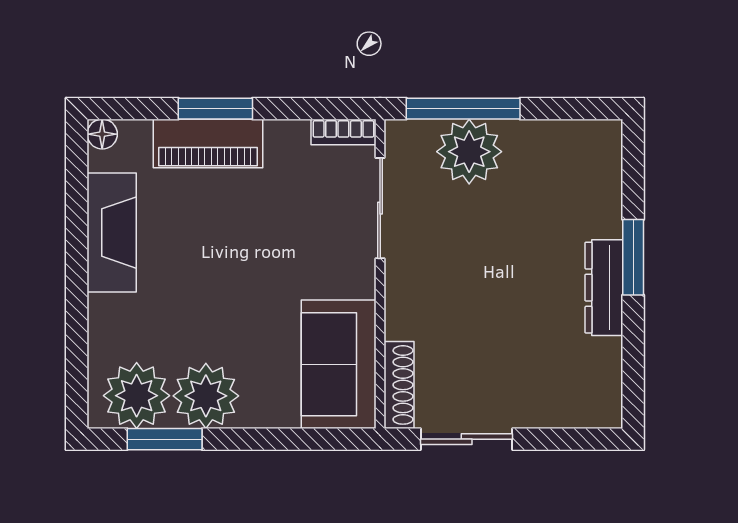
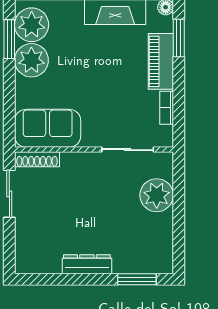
window: (215, 109) -> (179, 38), moved
window: (463, 109) -> (179, 192), removed
bookcase: (343, 132) -> (167, 108), moved
window: (633, 257) -> (137, 279), moved

